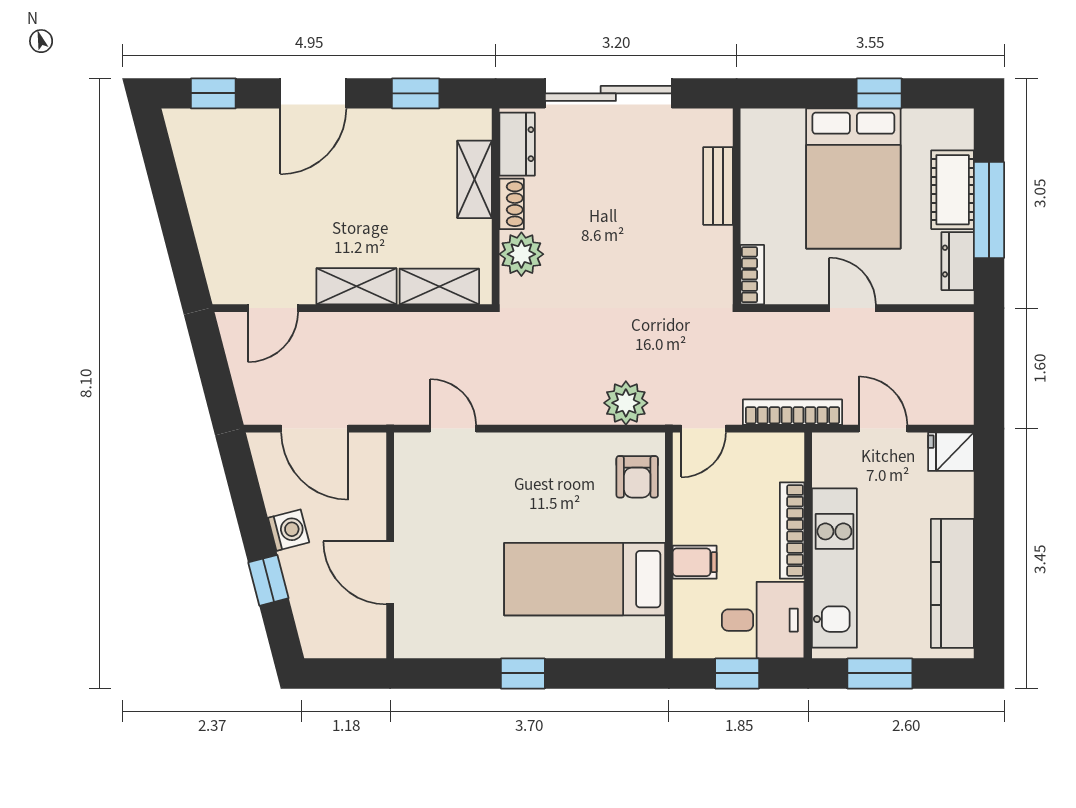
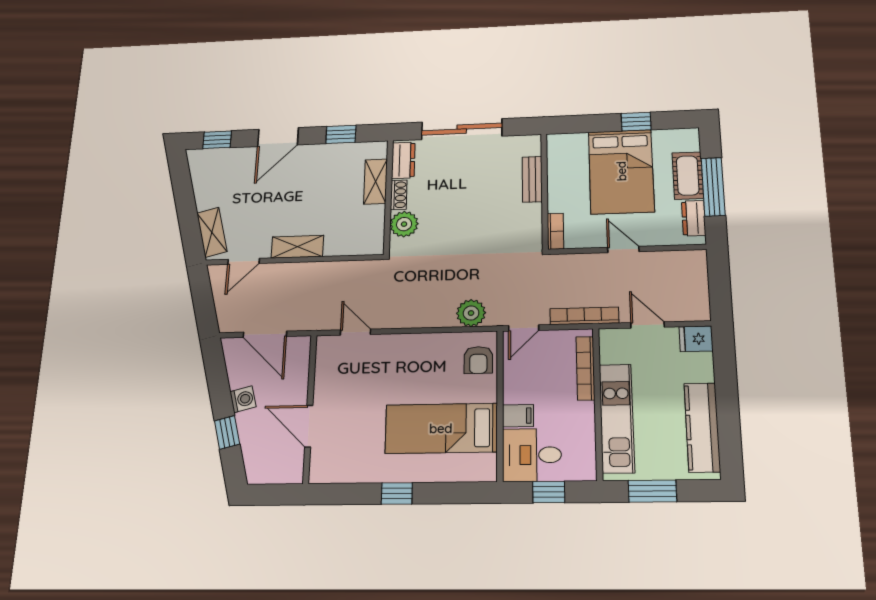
shelving: (439, 286) -> (212, 232), moved, turned 75
bookcase: (792, 531) -> (585, 368), moved
desk: (763, 620) -> (532, 455), moved, turned 180

